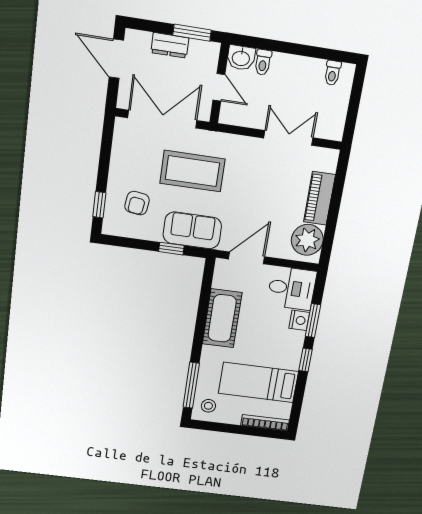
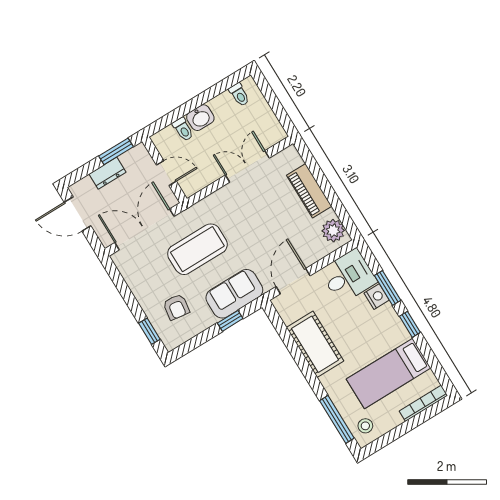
washbasin: (241, 58) -> (200, 118), moved
plant: (307, 240) -> (333, 231), width x0.73, depth x0.73

